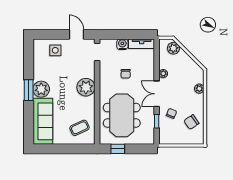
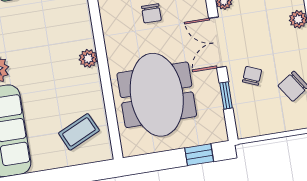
plant: (86, 87) -> (88, 58), width x0.53, depth x0.53
window: (118, 149) -> (199, 155), moved

